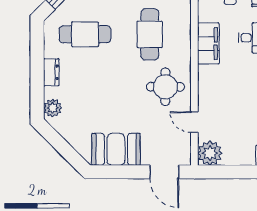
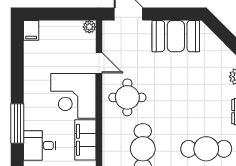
corner desk: (221, 88) -> (73, 96), added
plant: (210, 153) -> (89, 27), width x0.53, depth x0.53

